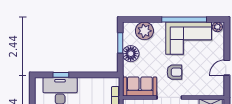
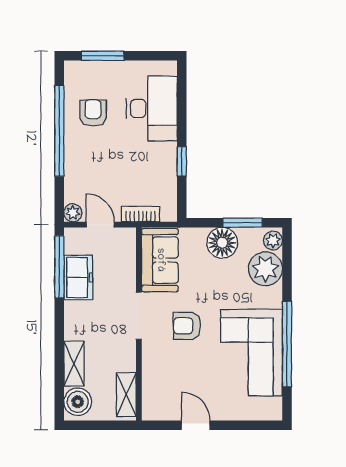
plant: (217, 27) -> (273, 241), moved
armchair: (174, 72) -> (187, 326), turned 90
window: (61, 75) -> (182, 161), moved

